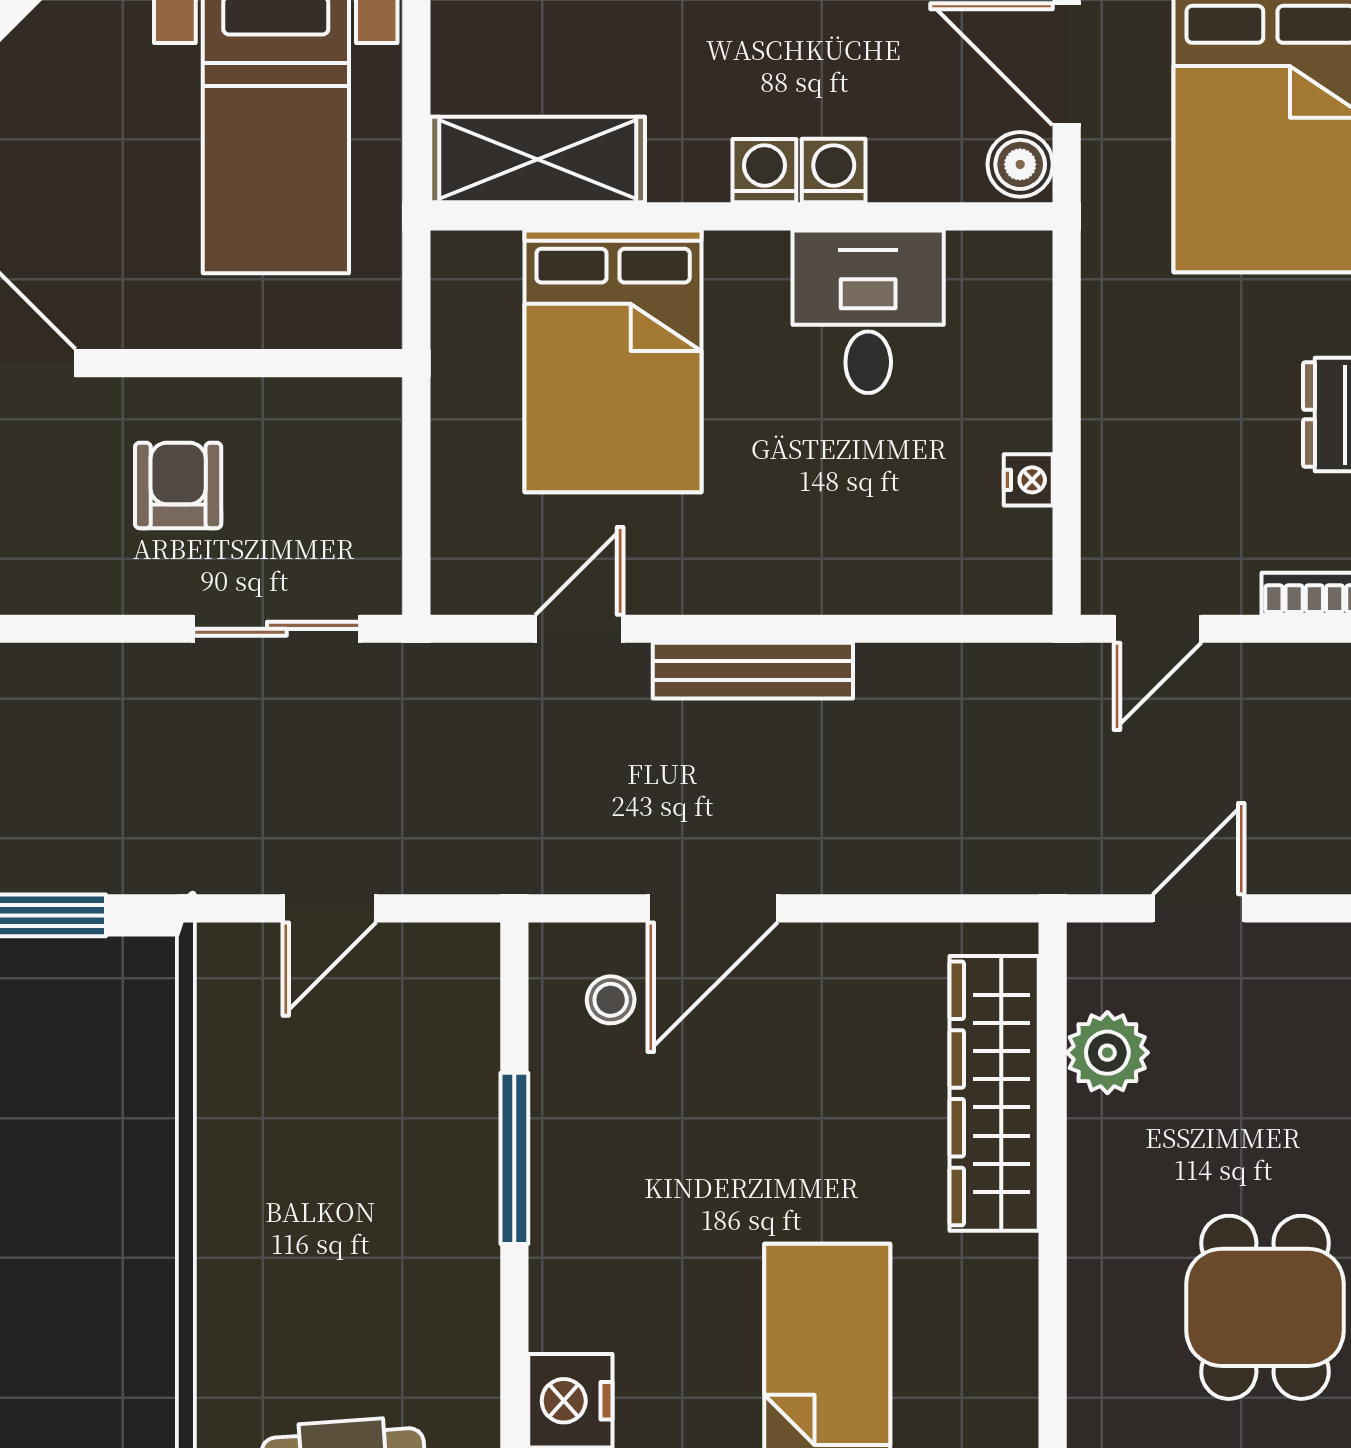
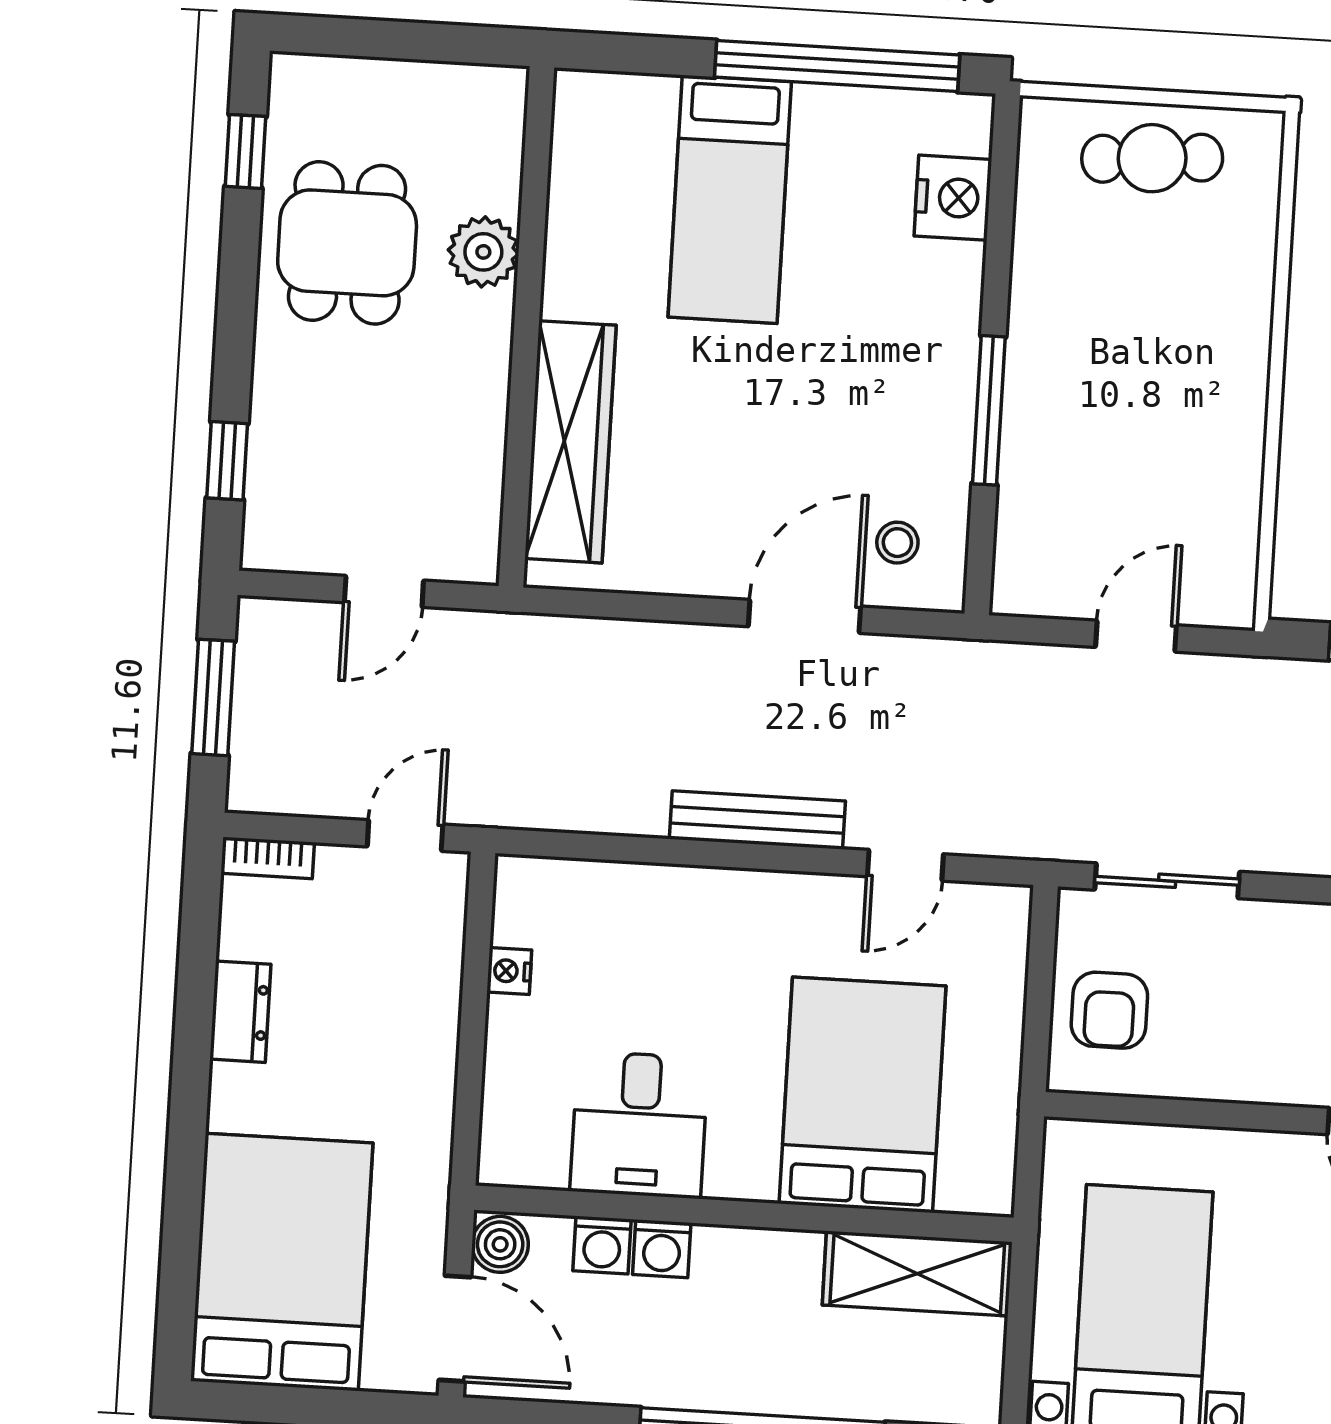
washing machine: (764, 171) -> (602, 1245), moved
armchair: (178, 485) -> (1109, 1010), moved
plant: (1107, 1053) -> (483, 252), moved

